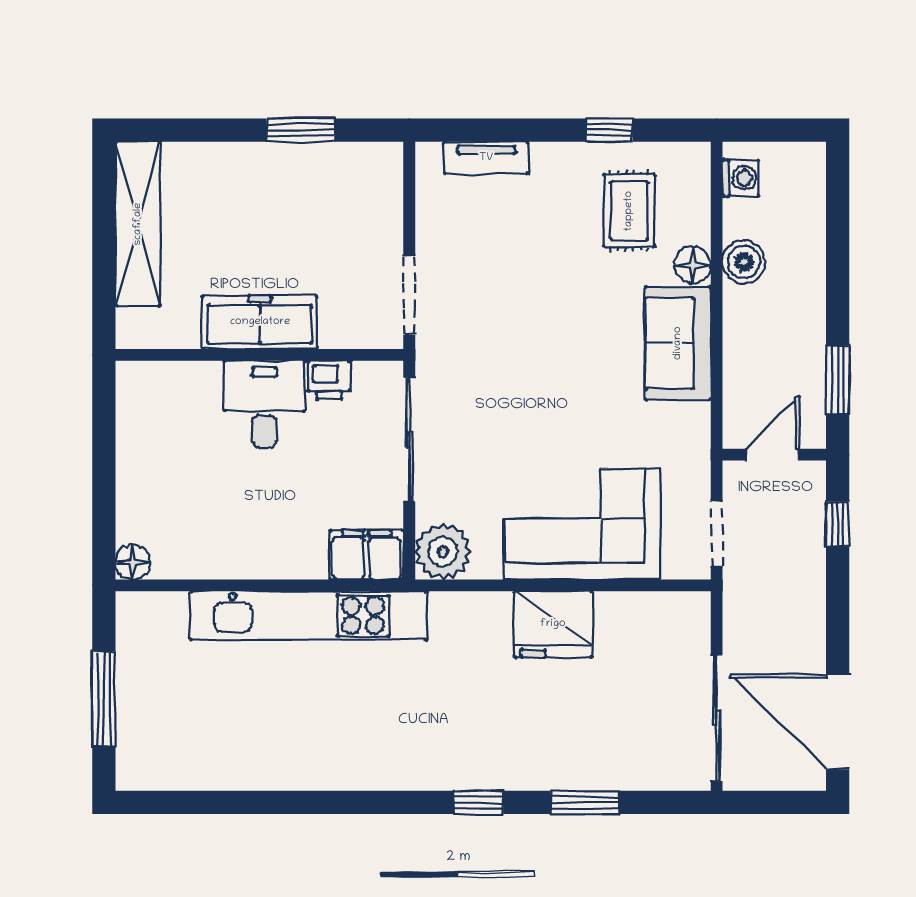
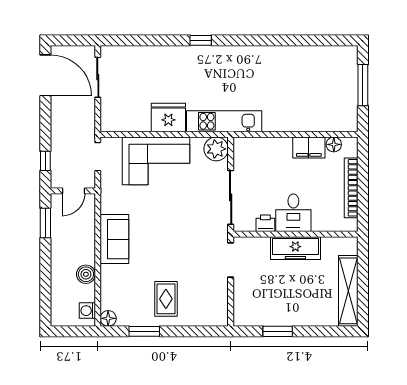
window: (609, 130) -> (144, 331), width x1.50
tv unit: (486, 158) -> (197, 319), removed
rug: (629, 211) -> (166, 299), moved
floor lamp: (693, 265) -> (108, 318), moved
bookcase: (131, 462) -> (351, 188), added
filing cabinet: (366, 555) -> (309, 148), moved
floor lamp: (133, 562) -> (334, 144), moved
kitchen unit: (309, 616) -> (224, 121), moved, width x0.73
sliding door: (717, 718) -> (98, 77), width x0.73
window: (585, 802) -> (155, 40), removed

